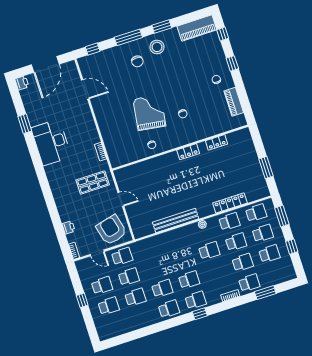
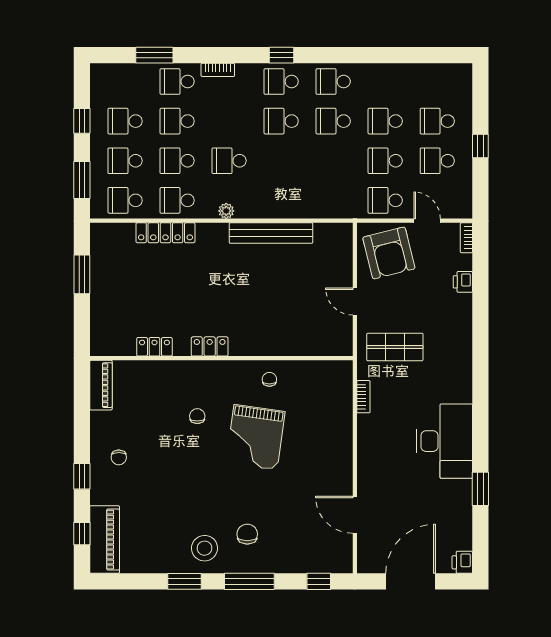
piano: (197, 28) -> (105, 540), moved, turned 90
piano: (234, 102) -> (101, 385), moved

